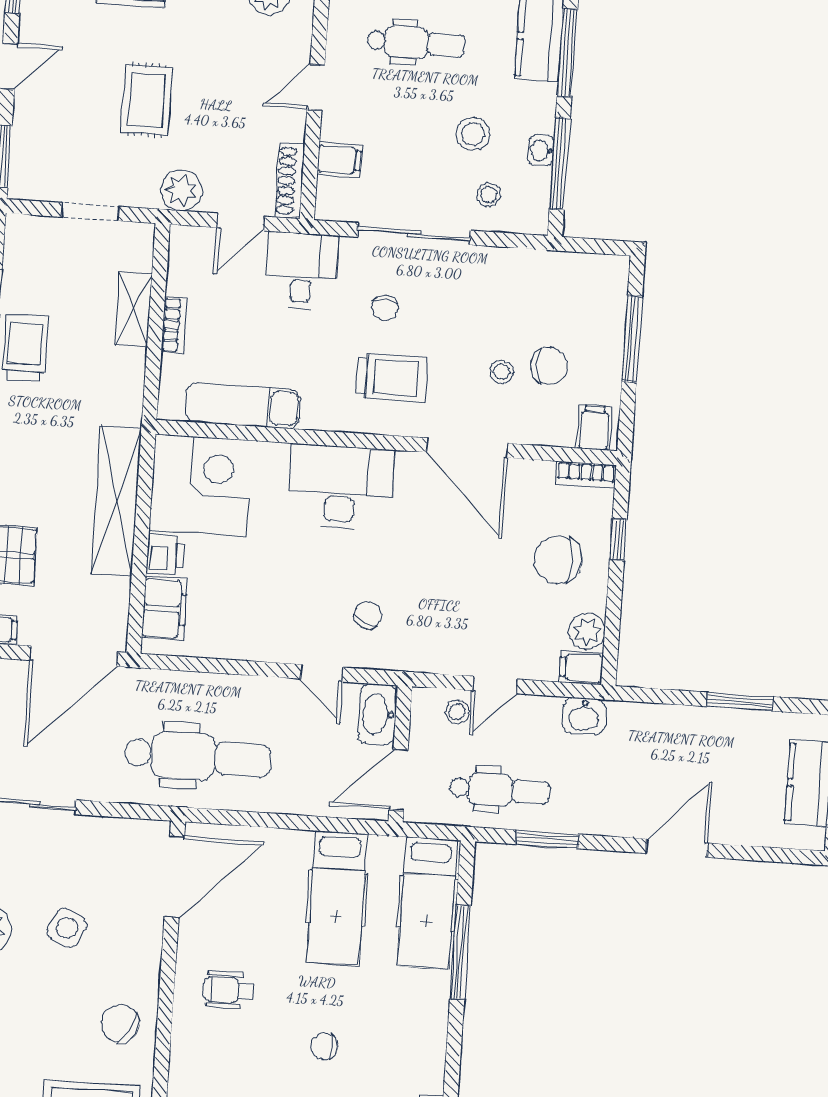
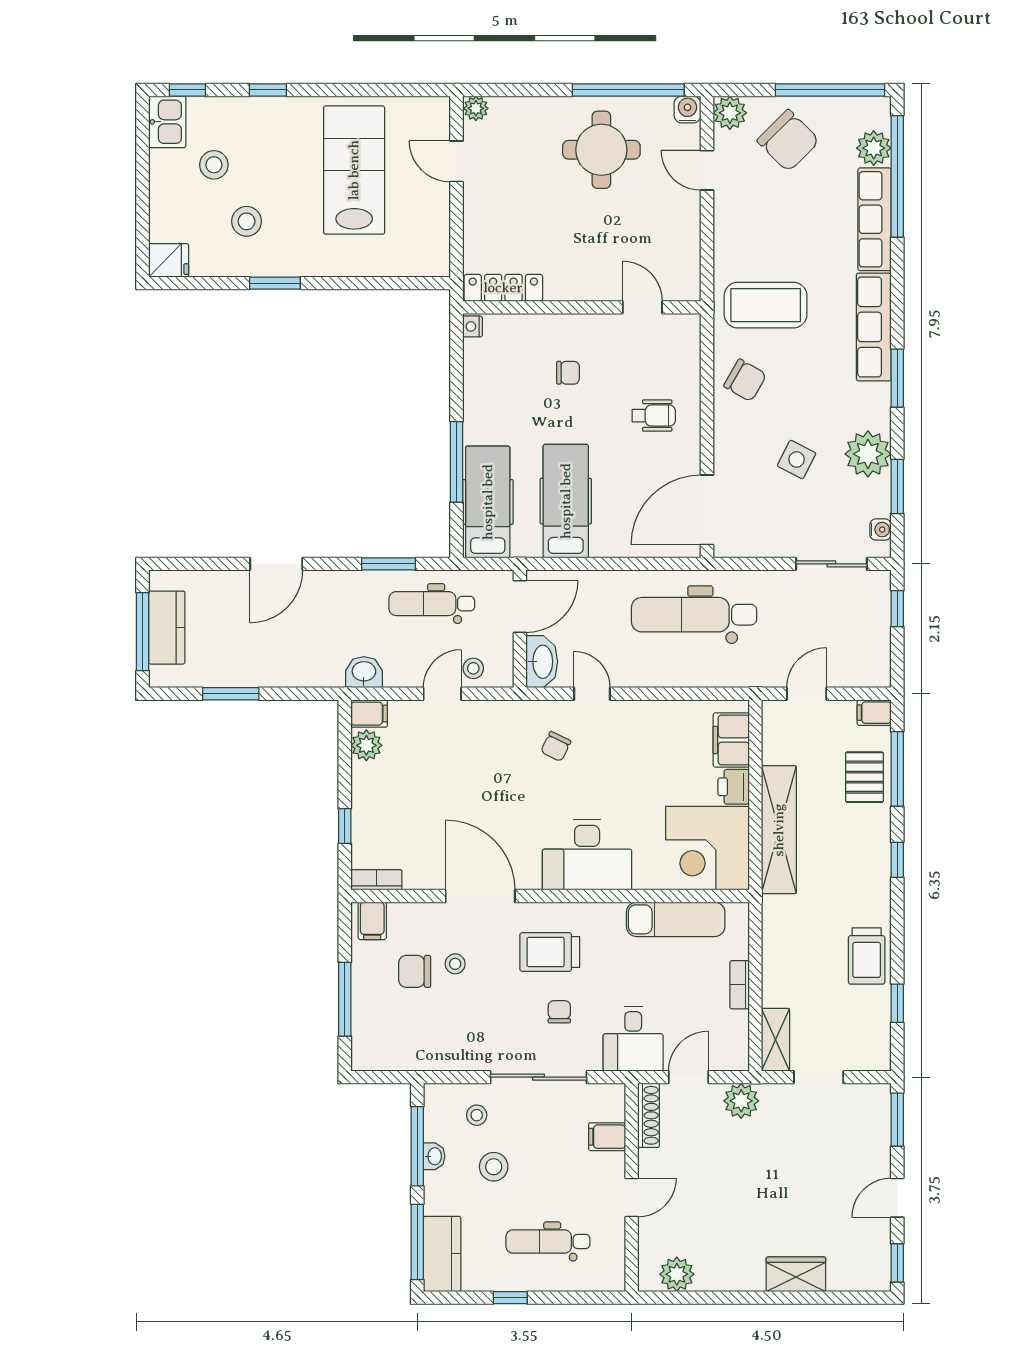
rug: (147, 100) -> (776, 1177), removed
shelving: (133, 309) -> (775, 1040), moved
chair: (558, 560) -> (395, 805), removed
door: (74, 656) -> (807, 694), width x0.53

